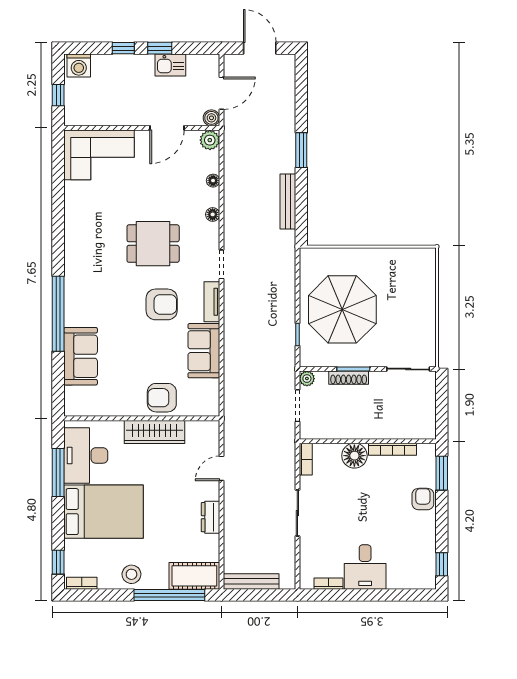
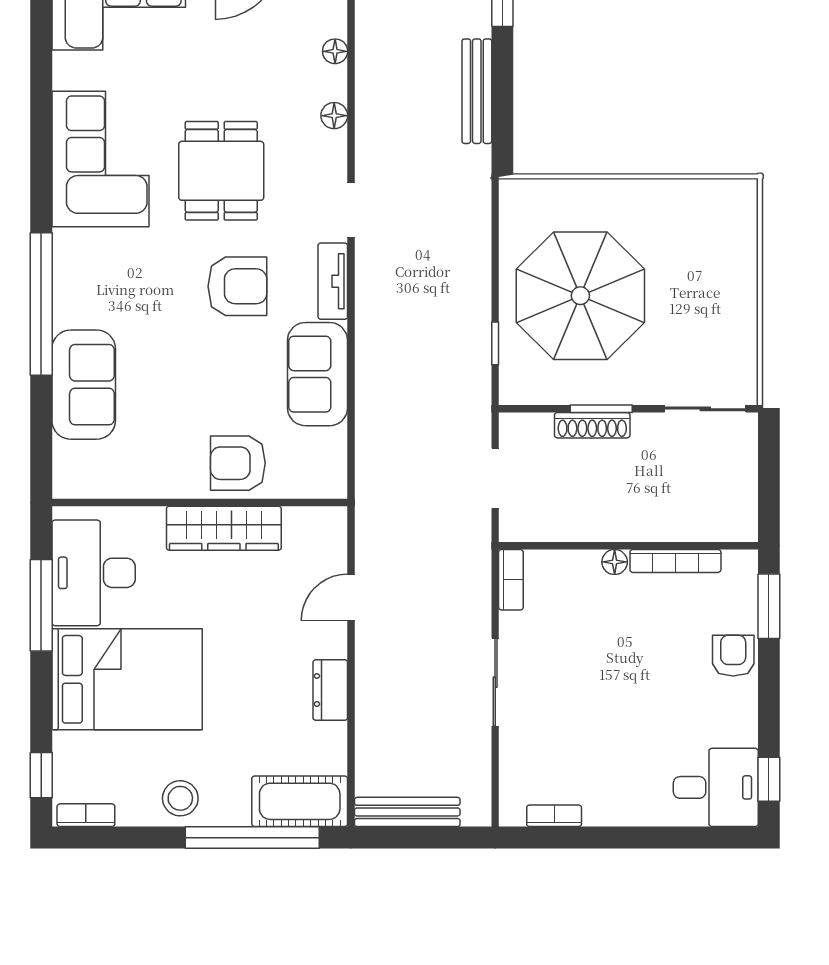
corner sofa: (89, 237) -> (100, 159), added
dining table: (153, 244) -> (221, 171), turned 90
plant: (307, 379) -> (513, 427), removed
floor lamp: (354, 456) -> (615, 562), width x0.53, depth x0.53
desk: (365, 567) -> (716, 787), moved, turned -90

